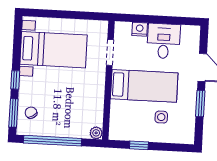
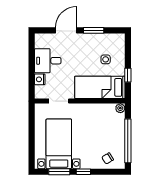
bed: (144, 86) -> (100, 87), moved, turned -90
window: (13, 113) -> (59, 172), moved

